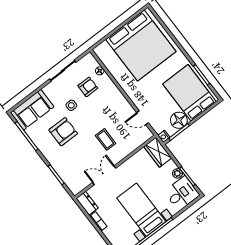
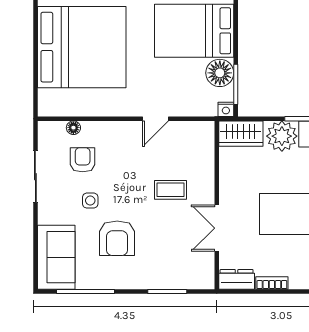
door: (143, 118) -> (155, 119), moved
armchair: (63, 132) -> (117, 238), turned 180
plant: (177, 173) -> (282, 136), width x1.88, depth x1.88

